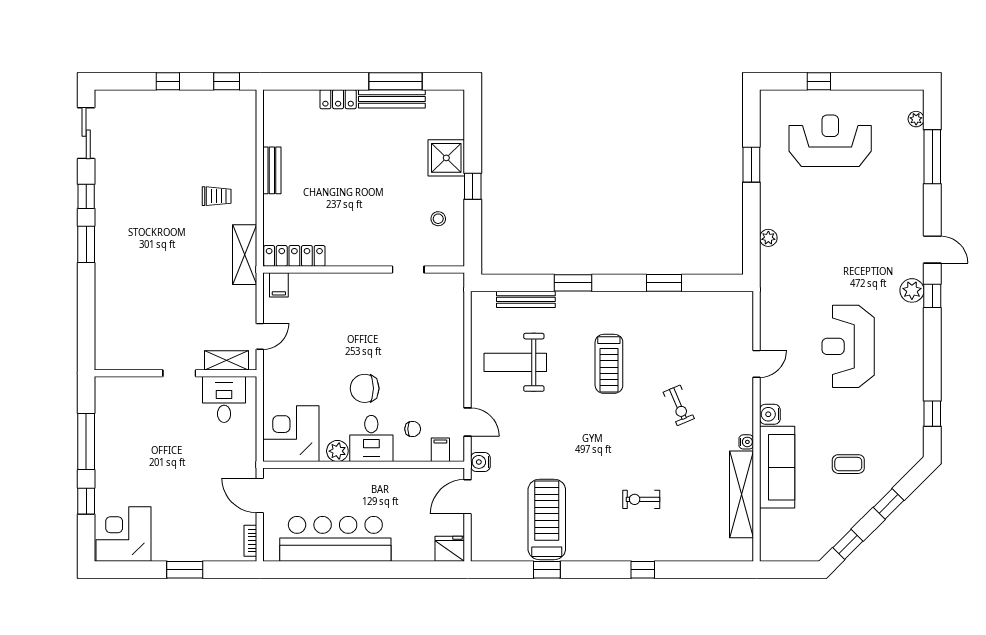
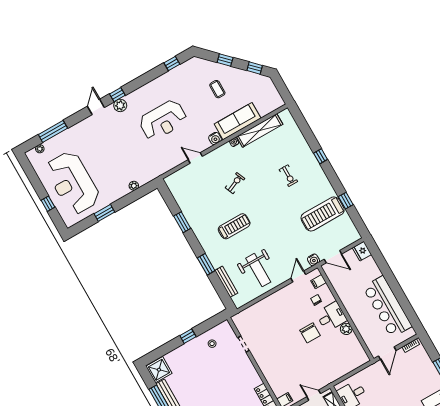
reception desk: (830, 141) -> (73, 183), width x1.36, depth x1.30
shower: (446, 158) -> (159, 370), moved
corner desk: (291, 434) -> (350, 355), removed

